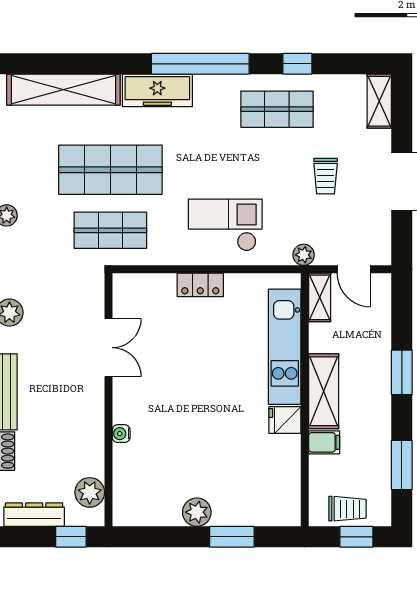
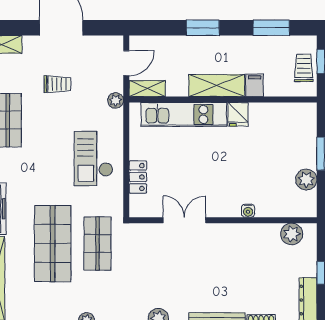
double door: (108, 348) -> (184, 220), moved
wall: (108, 400) -> (223, 220), moved
water cooler: (121, 434) -> (248, 211), moved
plant: (90, 492) -> (292, 234), moved

